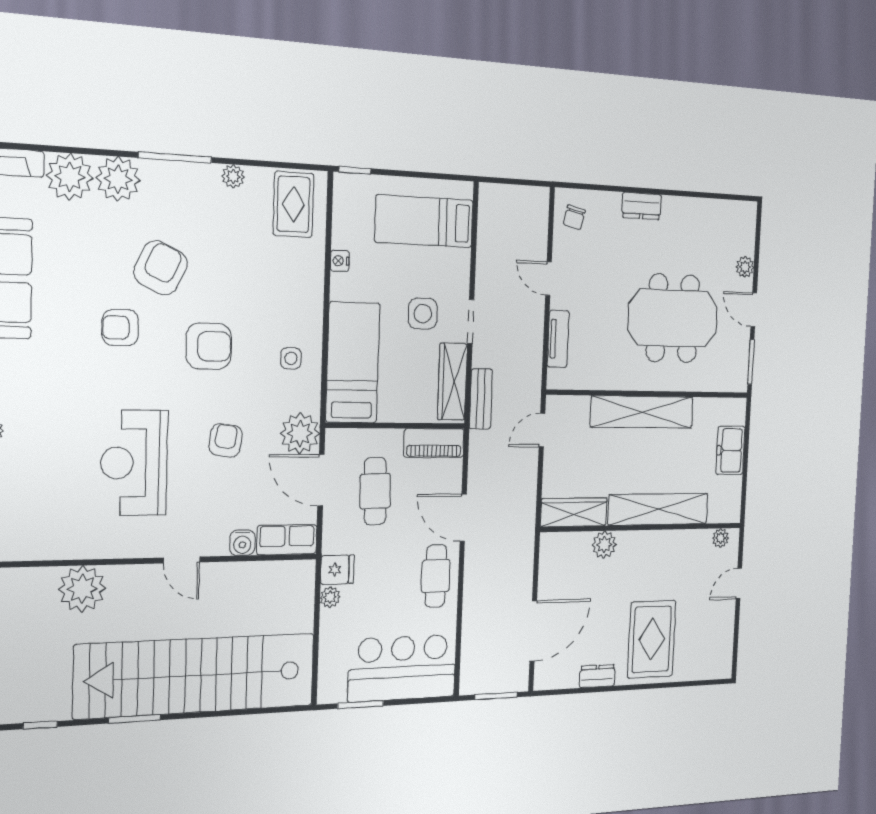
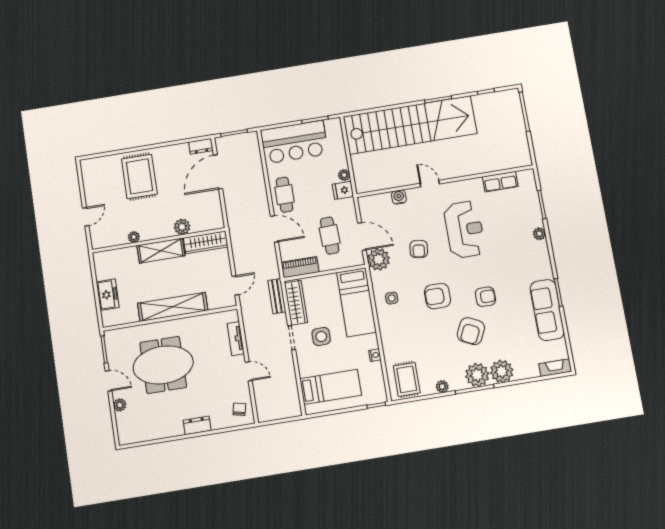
plant: (70, 177) -> (477, 375), moved
shelving: (658, 509) -> (161, 251), width x0.68
plant: (721, 538) -> (134, 237), moved
row of seats: (287, 540) -> (500, 182), moved
plant: (82, 589) -> (478, 162), removed
dresser: (597, 676) -> (201, 146), moved

